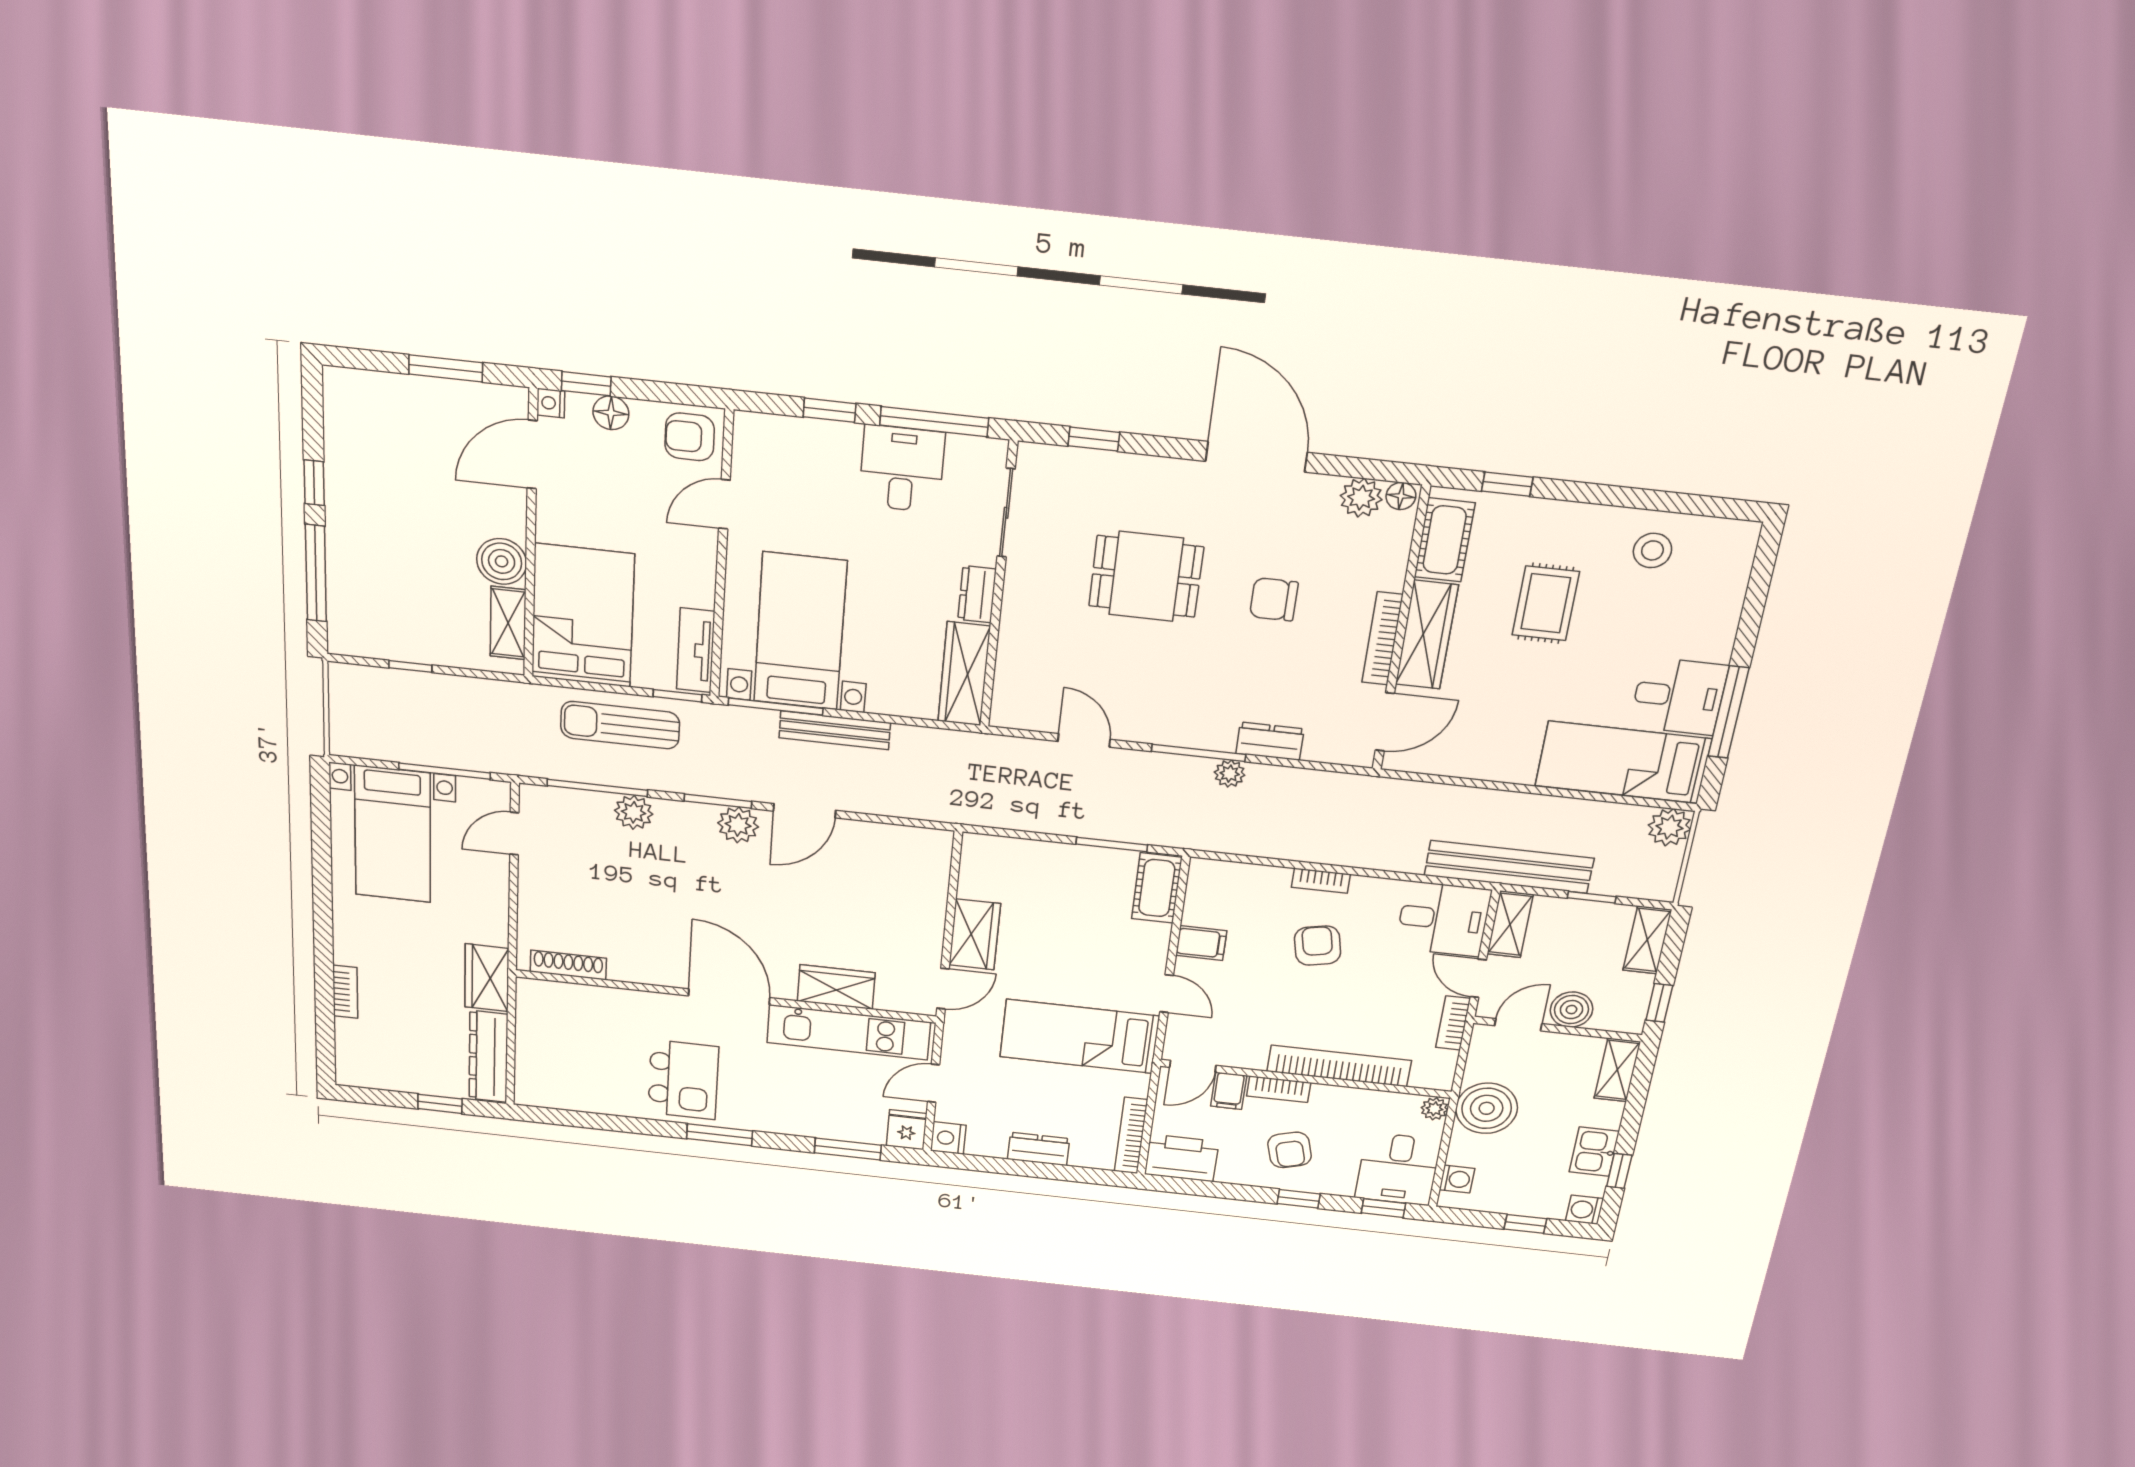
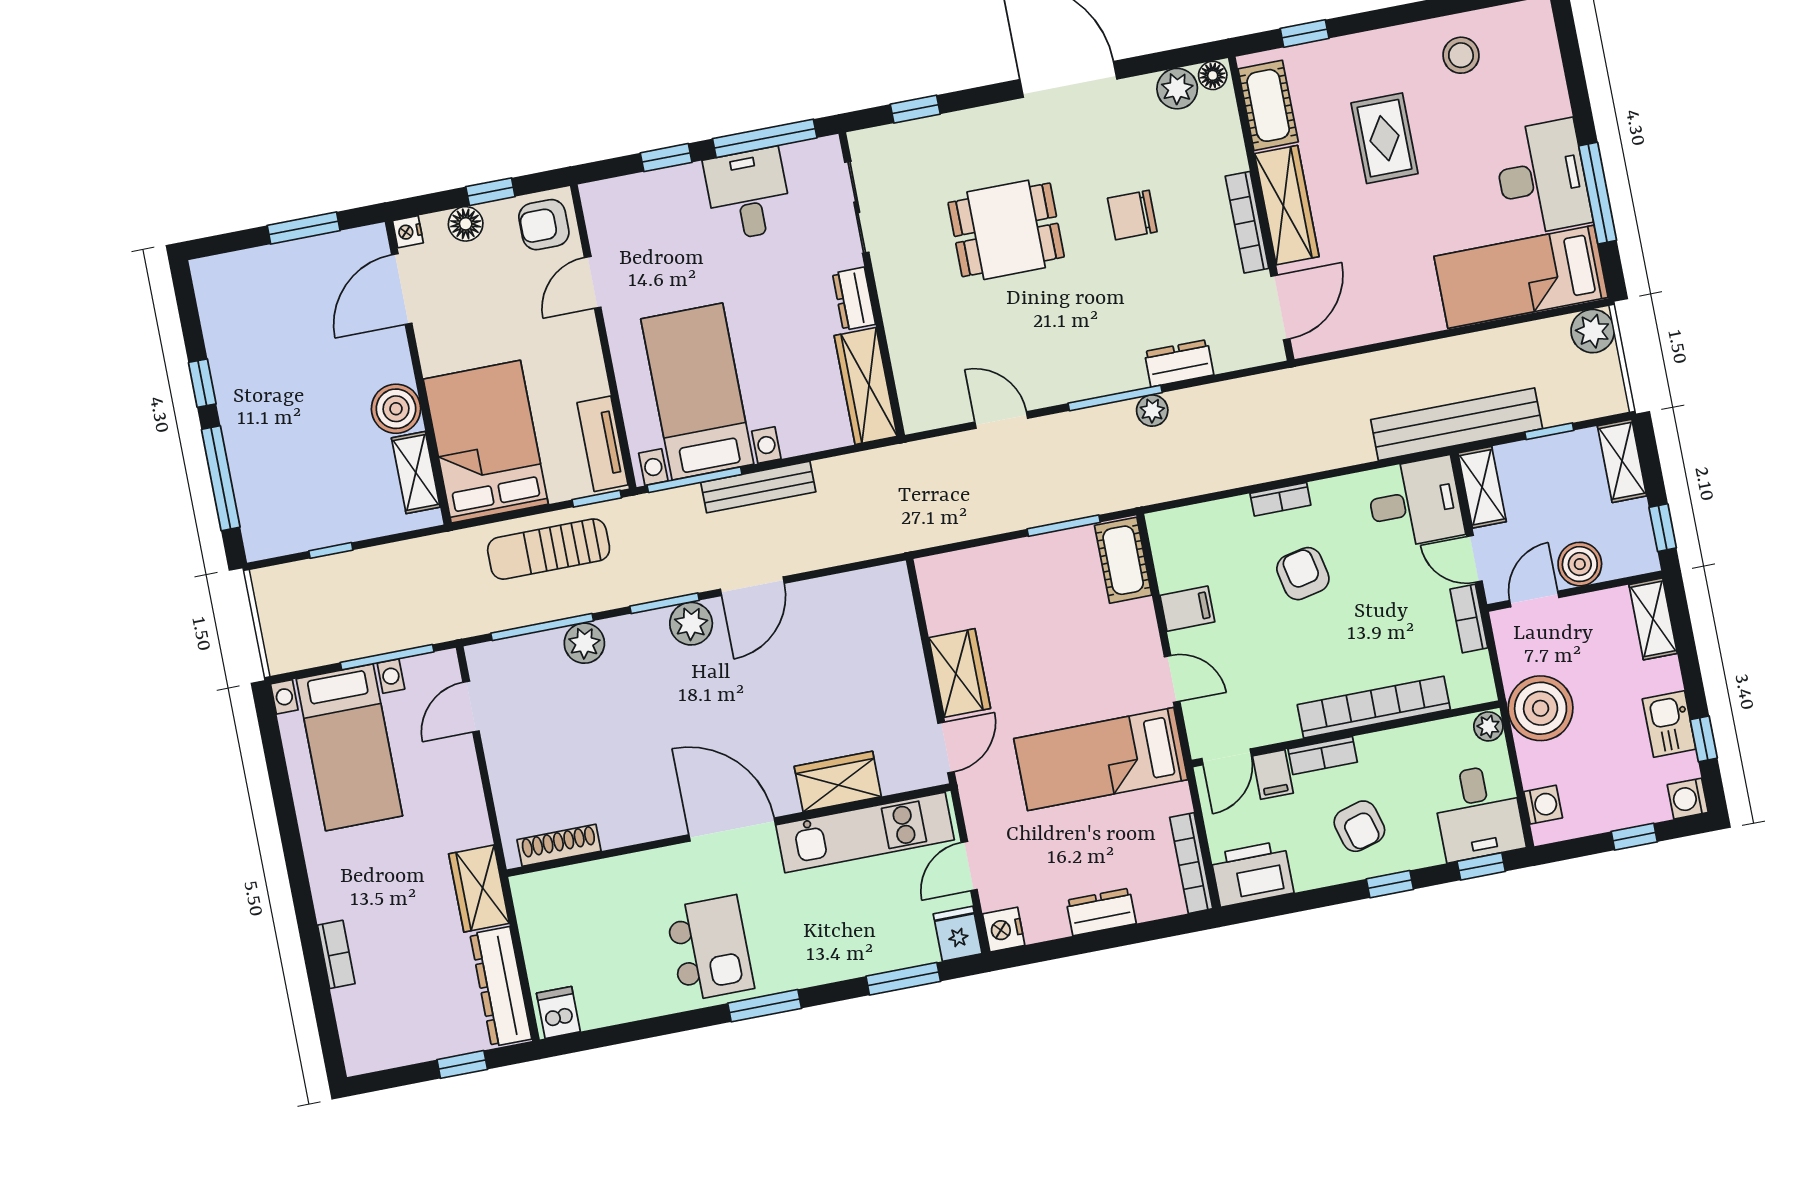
window: (586, 384) -> (490, 192), moved
desk: (1679, 696) -> (1542, 178), width x1.37
dishwasher: (535, 1090) -> (558, 1012), added

